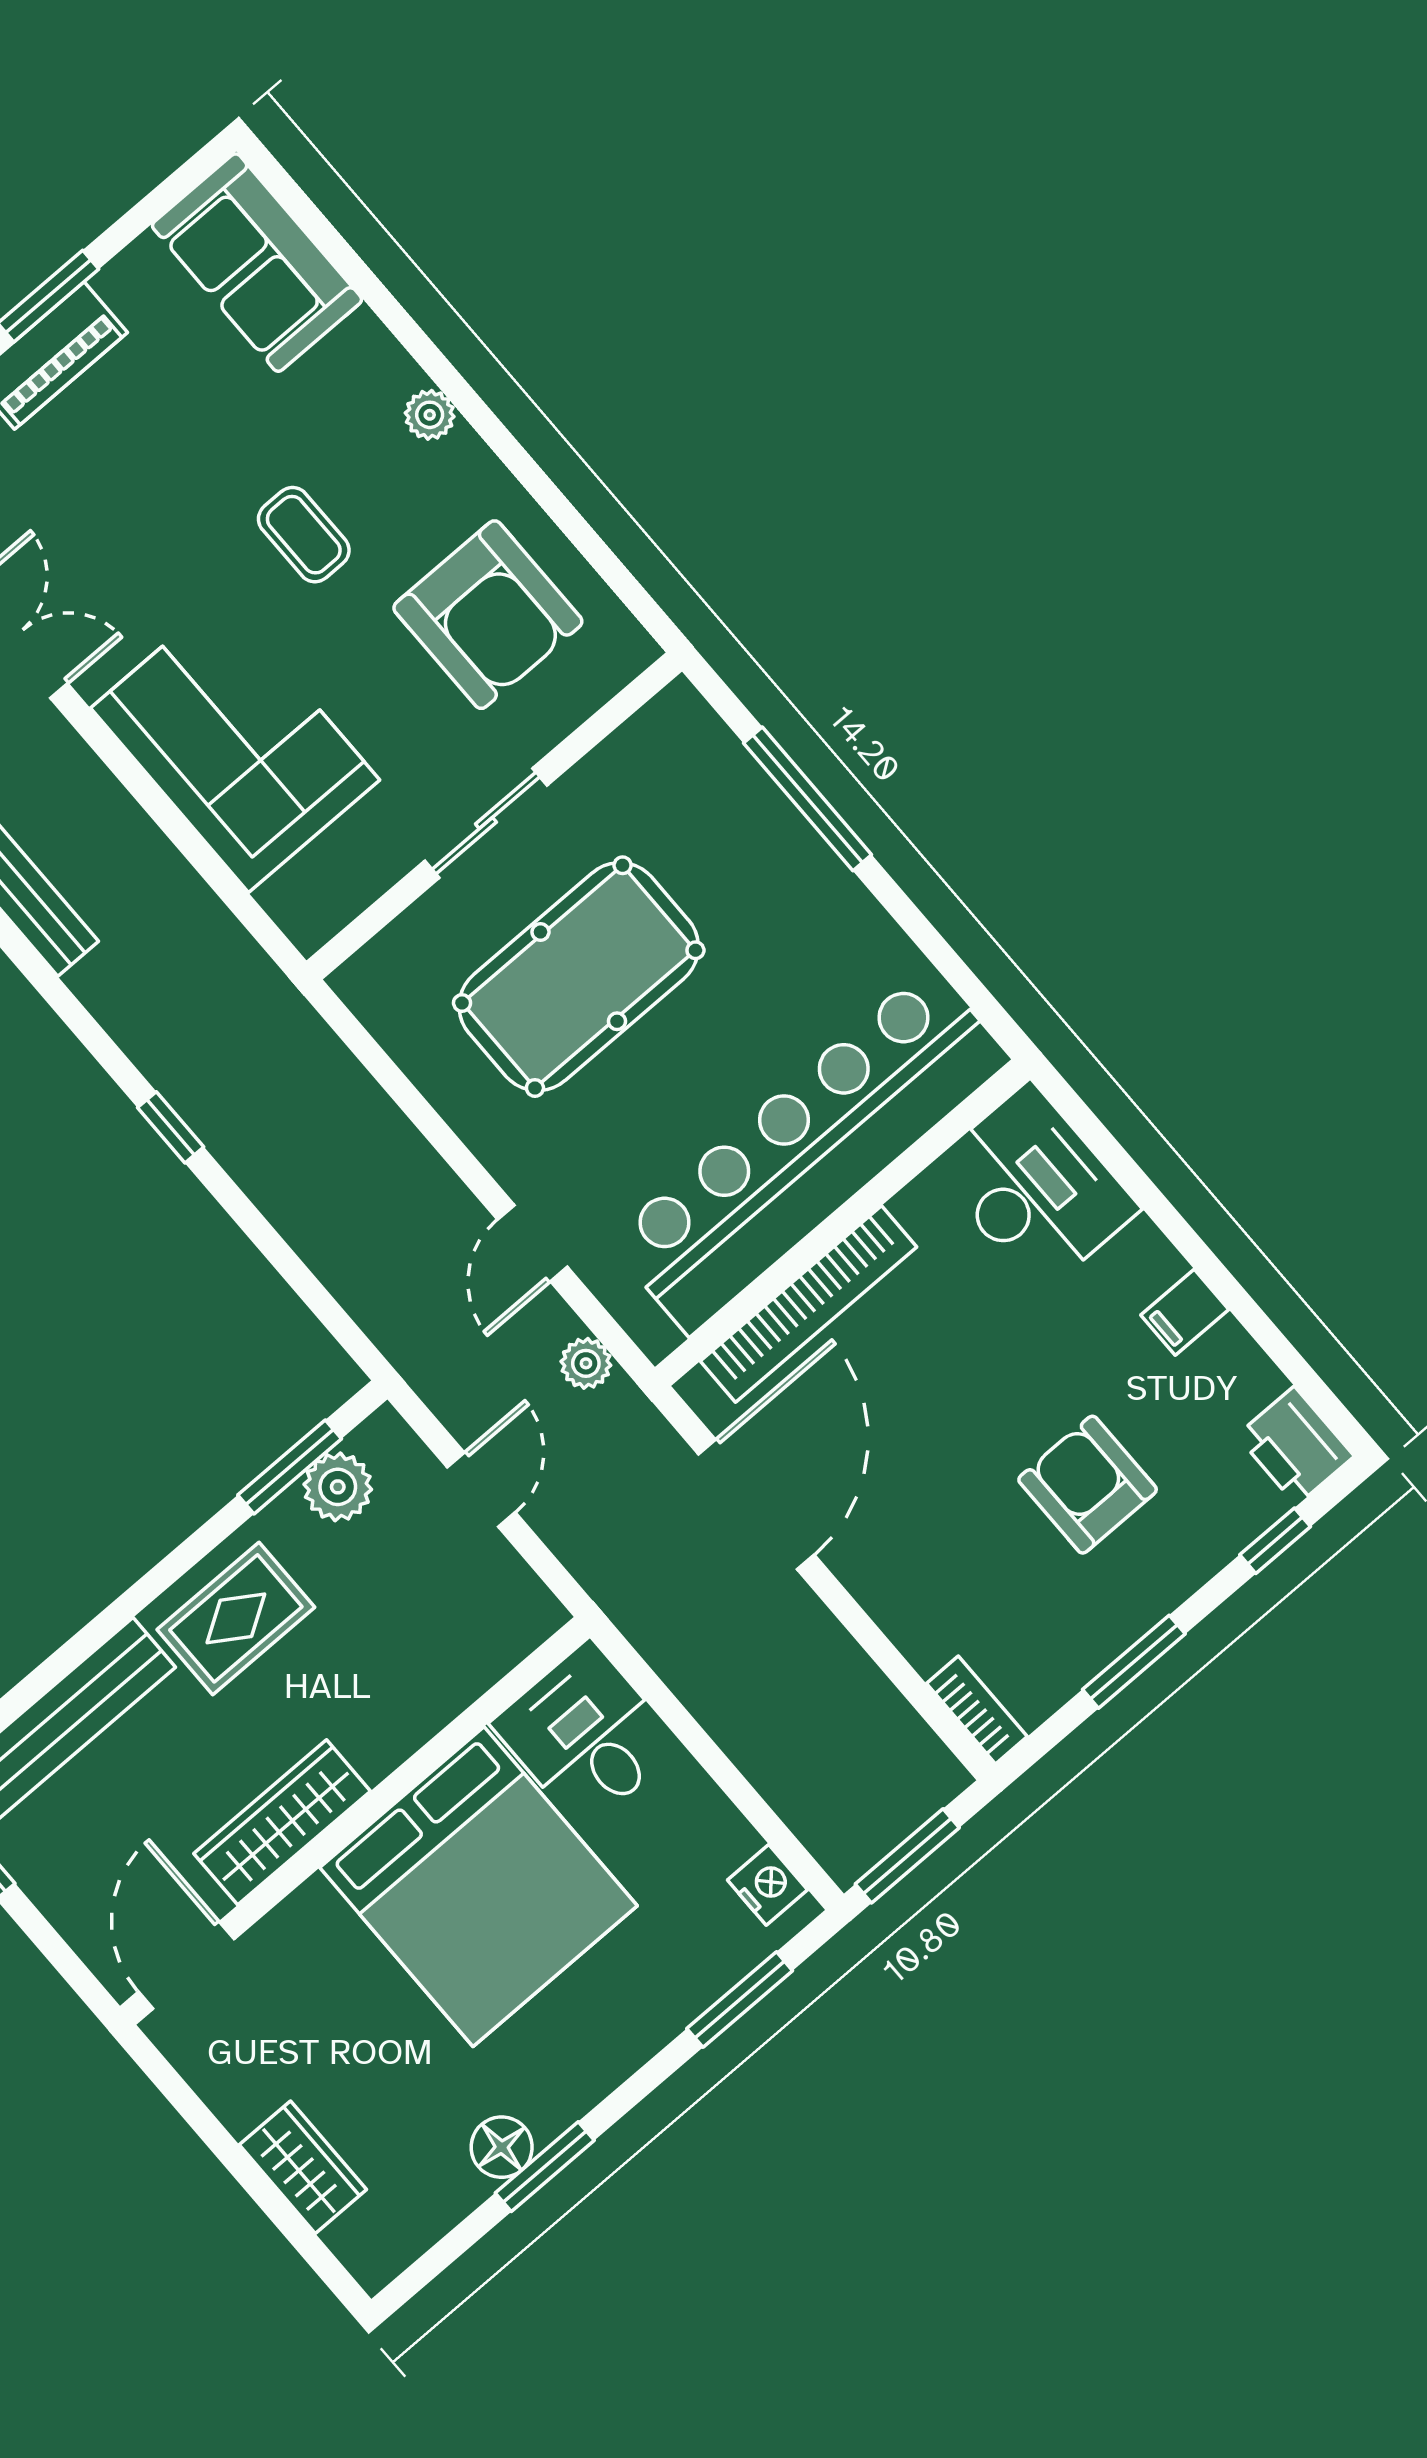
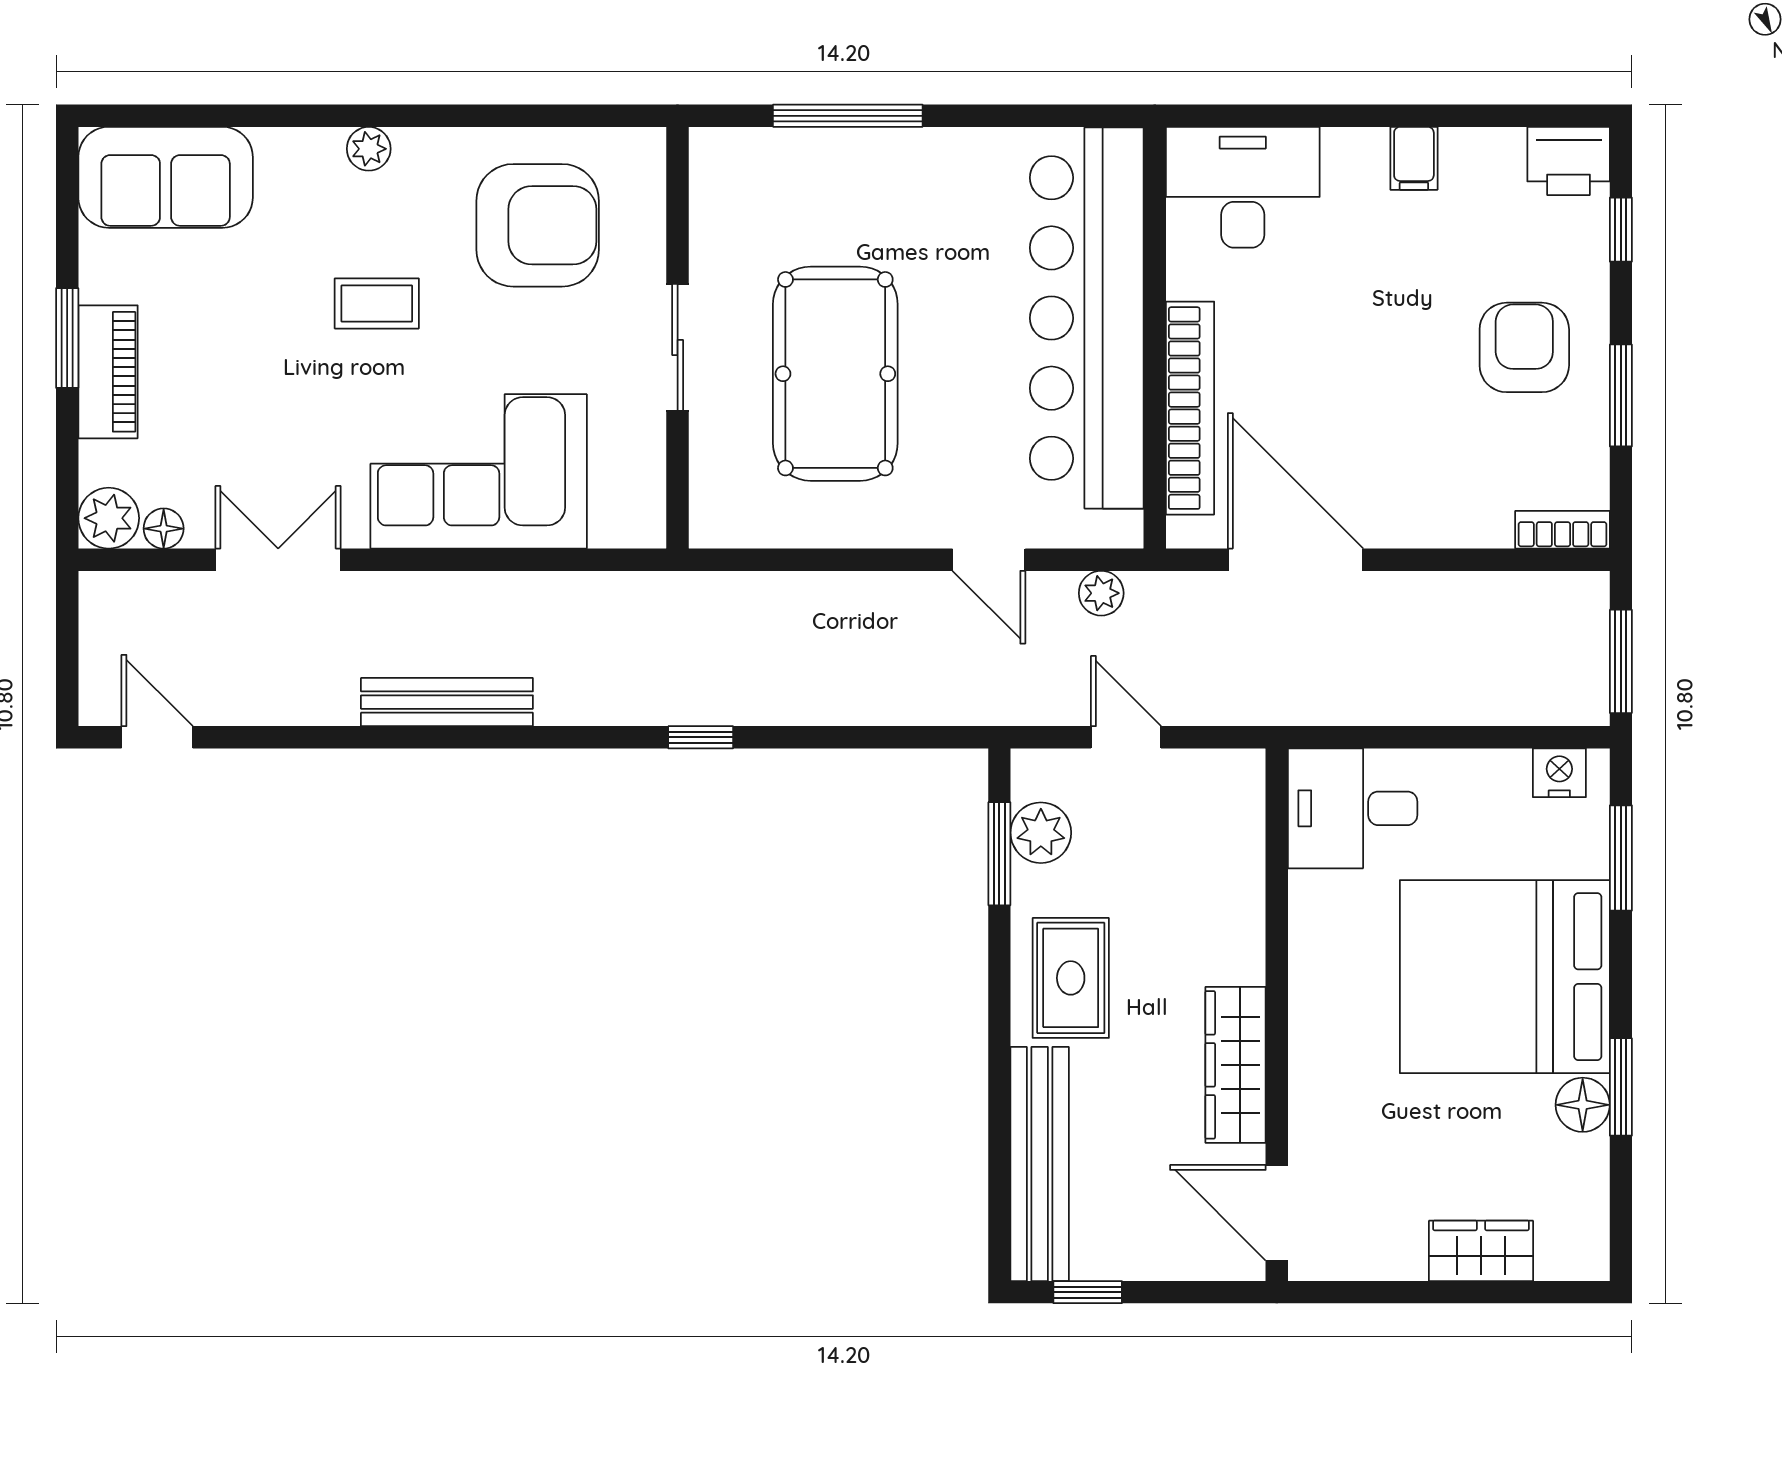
armchair: (1088, 1485) -> (1524, 347), moved, turned 90
bed: (478, 1887) -> (1505, 977), moved, turned 180

